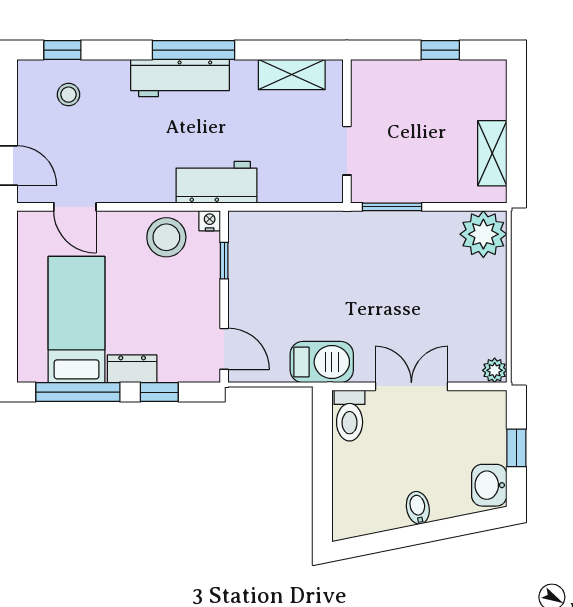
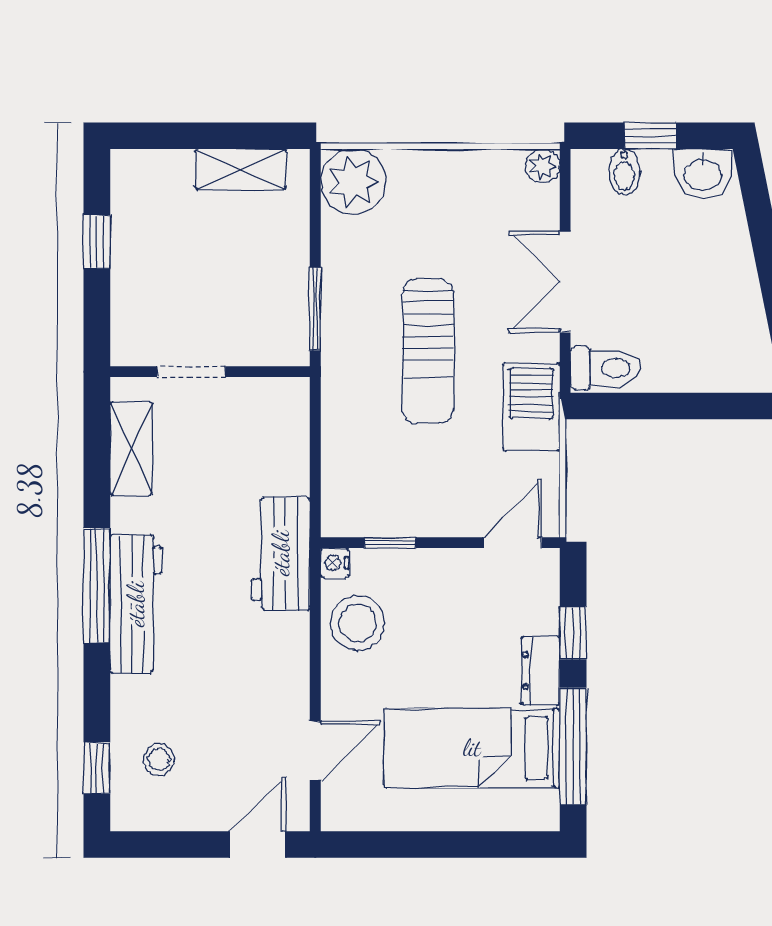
doorway: (347, 151) -> (191, 372), moved
sun lounger: (362, 288) -> (428, 351), added
bidet: (418, 508) -> (624, 172), moved, turned -79

